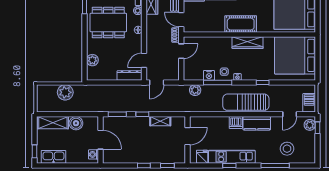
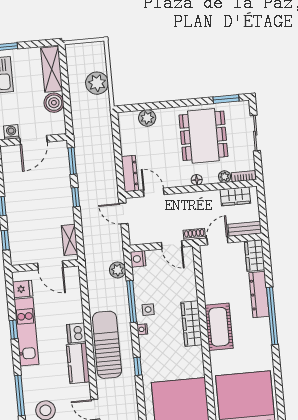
wardrobe: (248, 43) -> (192, 324), moved
nightstand: (209, 75) -> (138, 259), moved
shelving: (160, 121) -> (70, 240), moved

